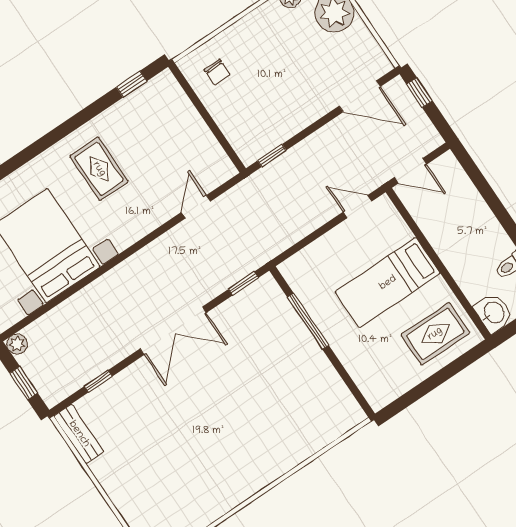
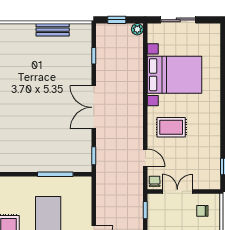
double door: (213, 127) -> (177, 191), added
rug: (99, 169) -> (171, 127), moved
chair: (221, 170) -> (155, 181), added
bench: (79, 434) -> (53, 30), moved

